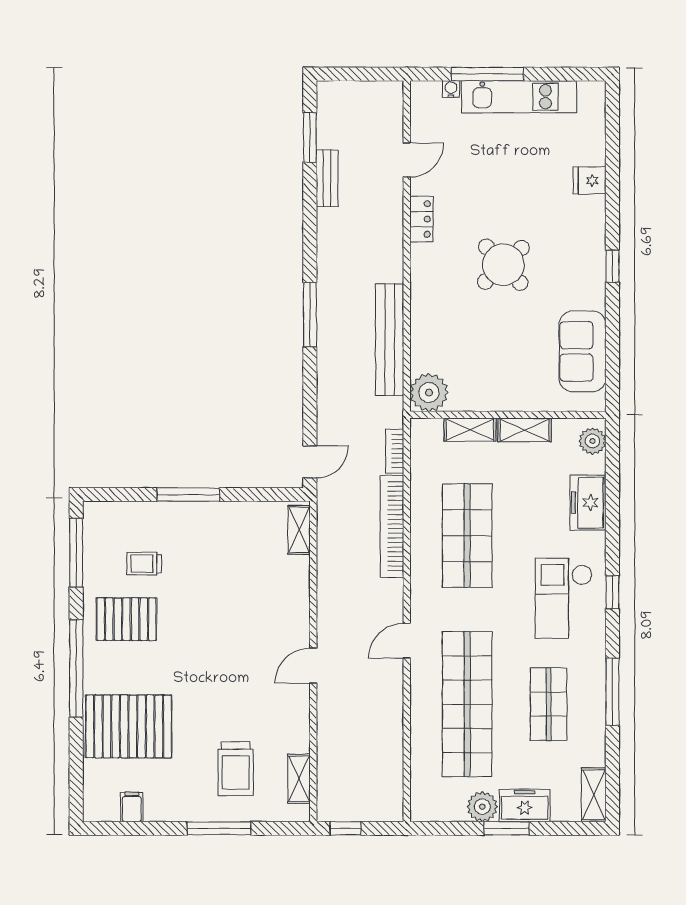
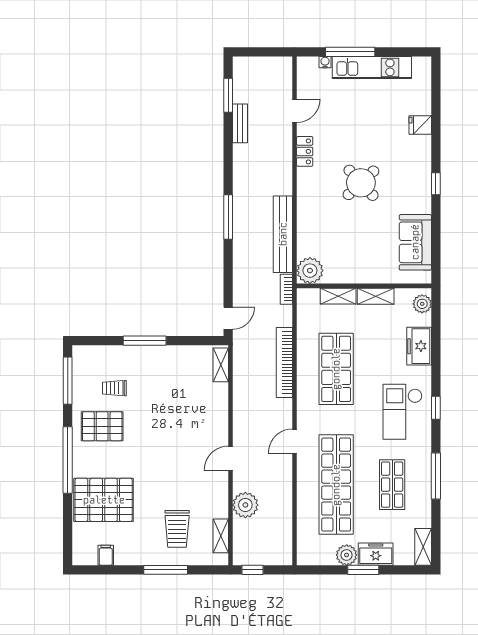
bookcase: (395, 451) -> (286, 289), moved
plant: (335, 734) -> (245, 505), added

